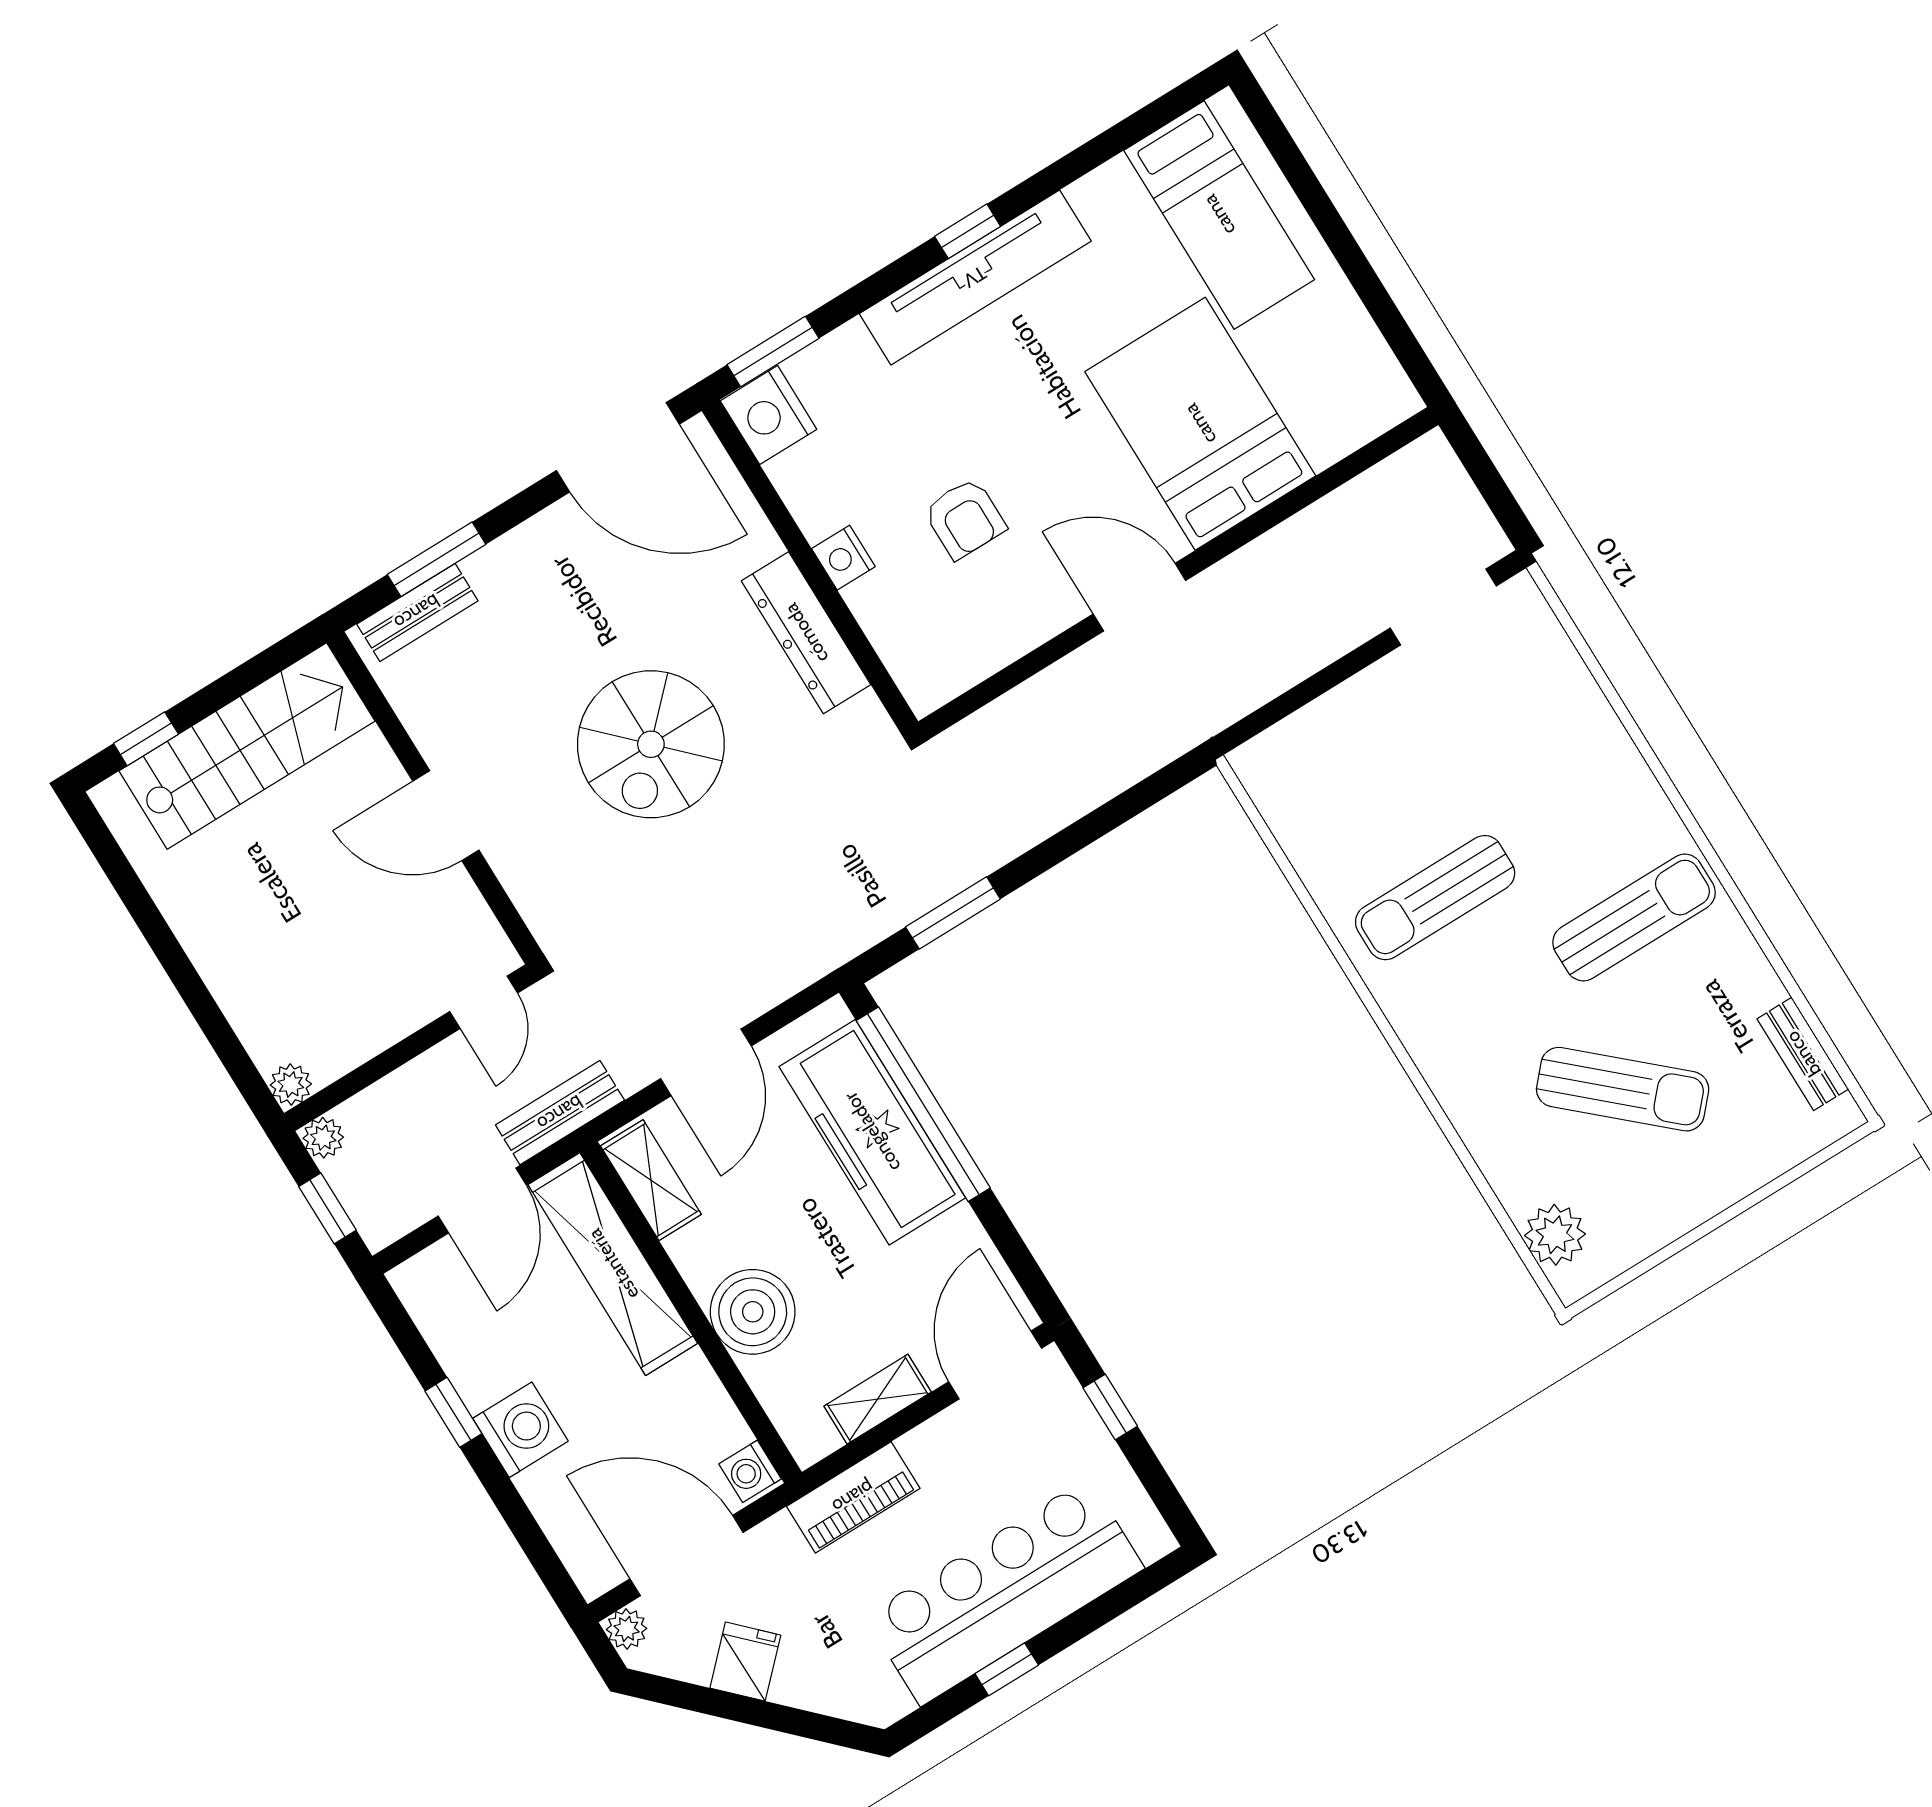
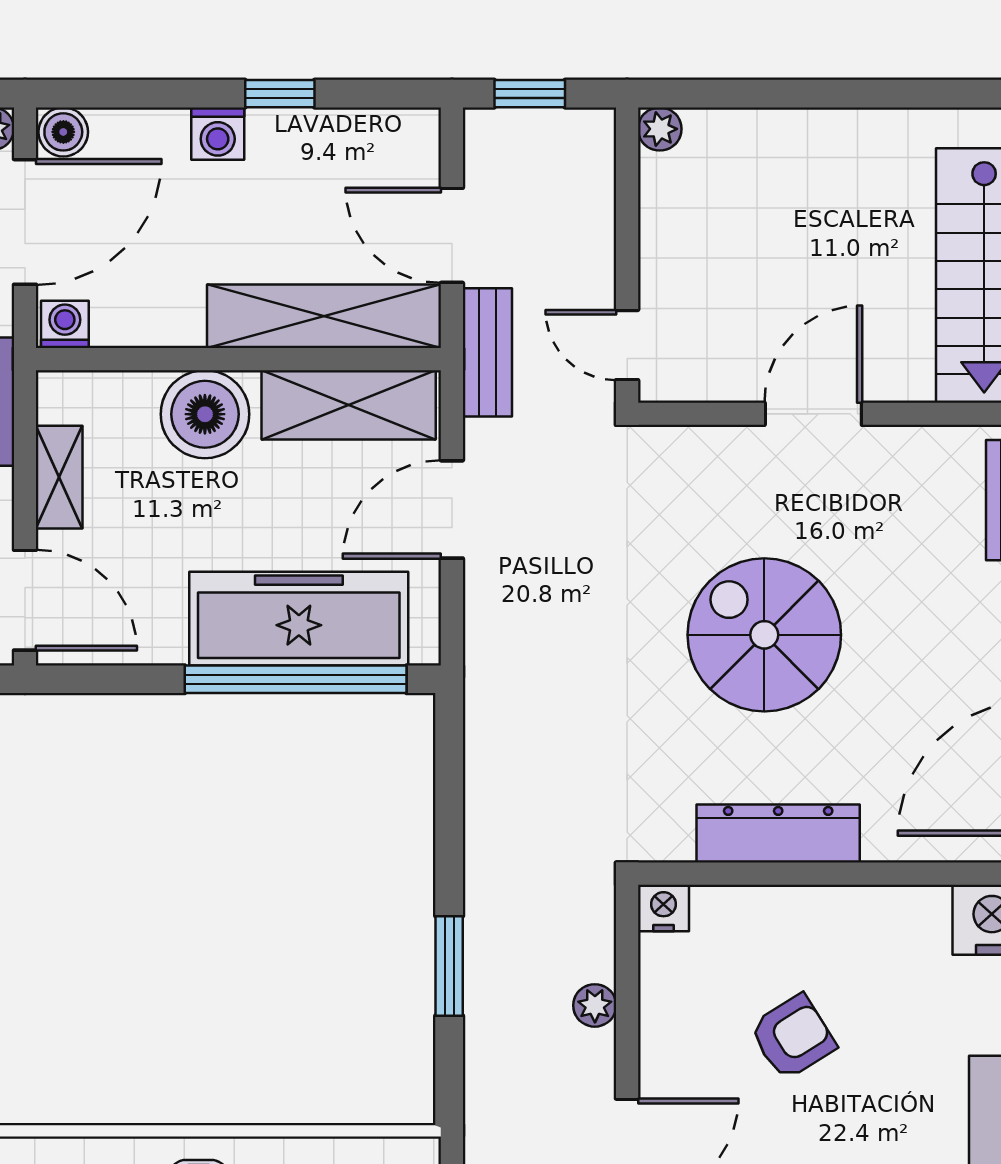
armchair: (965, 518) -> (793, 1037), turned 148
nightstand: (843, 558) -> (663, 908), moved
window: (953, 913) -> (449, 966), moved
door: (706, 1062) -> (452, 509), hinge flipped
plant: (323, 1138) -> (595, 1005), moved
shelving: (651, 1180) -> (349, 405), width x1.50, depth x1.33
washing machine: (520, 1430) -> (218, 134), width x0.73, depth x0.73
boiler: (594, 1570) -> (63, 132), added

